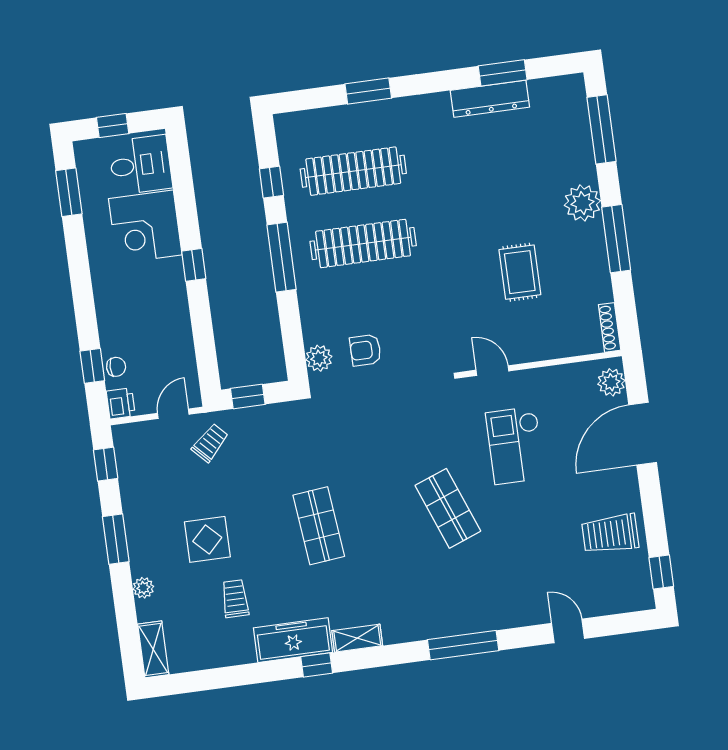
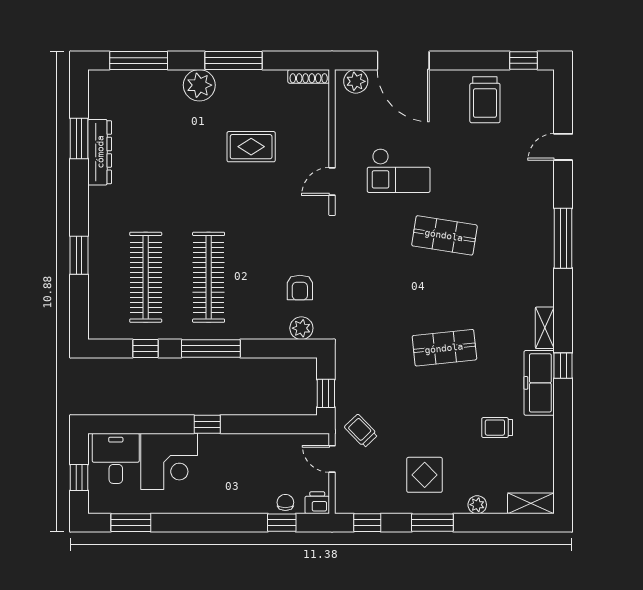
shop shelf: (448, 508) -> (444, 235), turned 30
display table: (207, 539) -> (425, 475), moved

